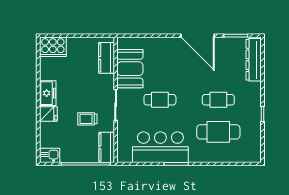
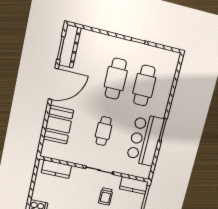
dresser: (254, 60) -> (70, 46), moved, turned -90
booth: (130, 69) -> (58, 125), moved, turned 90
cafe table: (218, 100) -> (116, 79), width x1.37, depth x1.35

